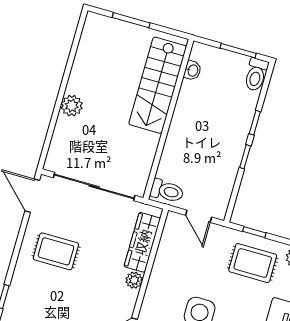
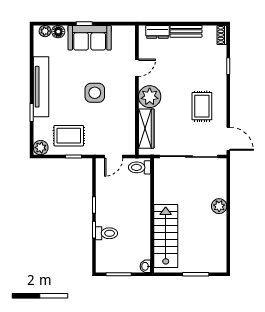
washbasin: (192, 70) -> (145, 266), moved
toilet: (256, 75) -> (106, 233), moved, turned 90
door: (199, 216) -> (114, 157), swing flipped
rug: (56, 251) -> (202, 106), turned 90
plant: (134, 280) -> (150, 97), width x1.88, depth x1.88

